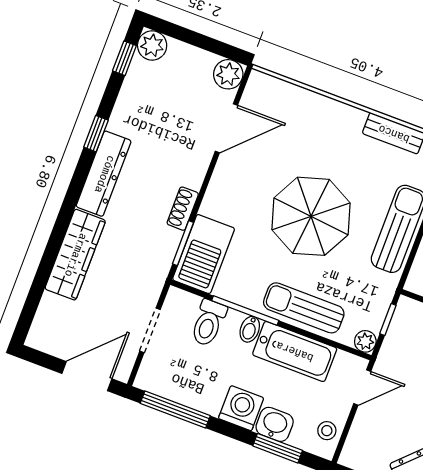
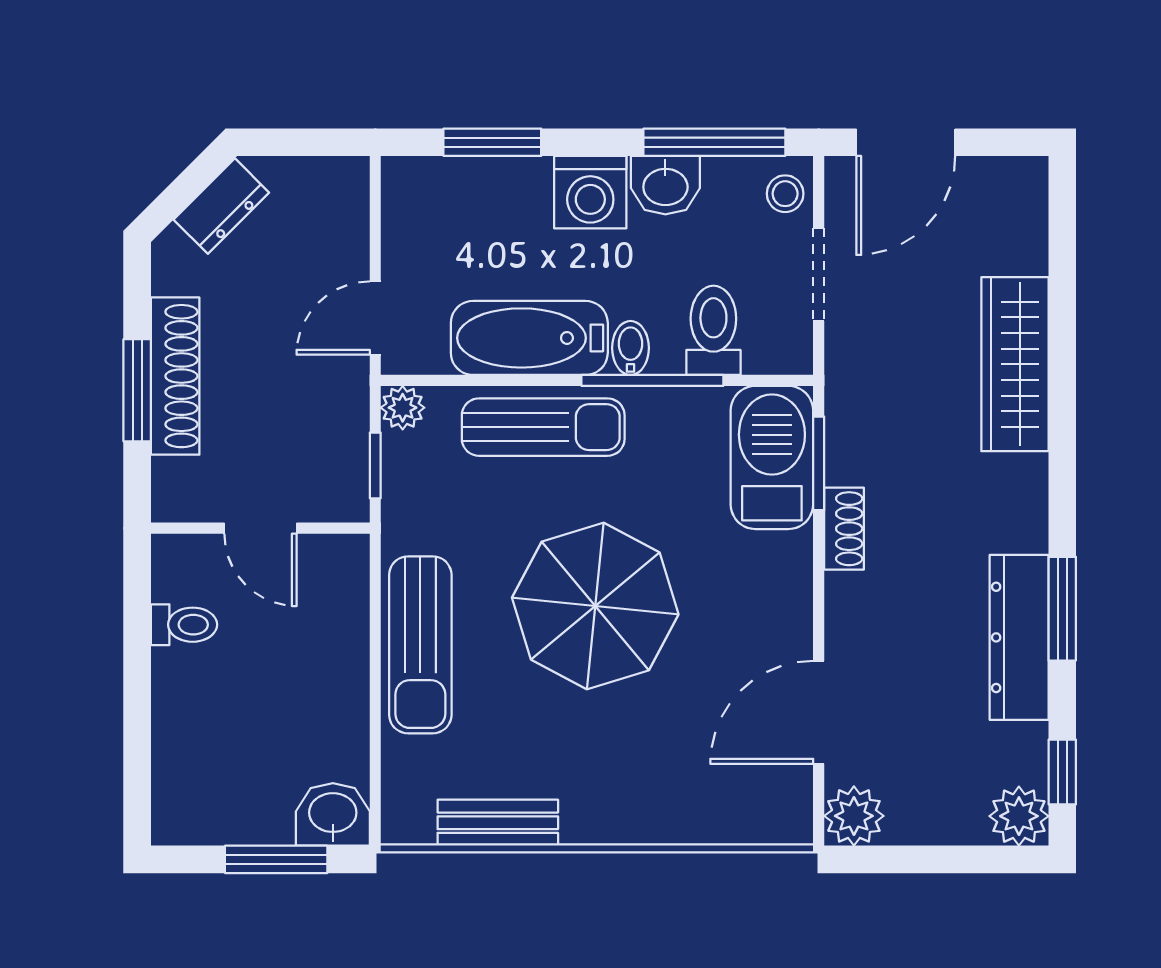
window: (96, 134) -> (1062, 609), width x1.50
dresser: (104, 174) -> (1019, 637), moved
washbasin: (275, 424) -> (665, 185), moved
stool: (327, 431) -> (785, 194), moved

